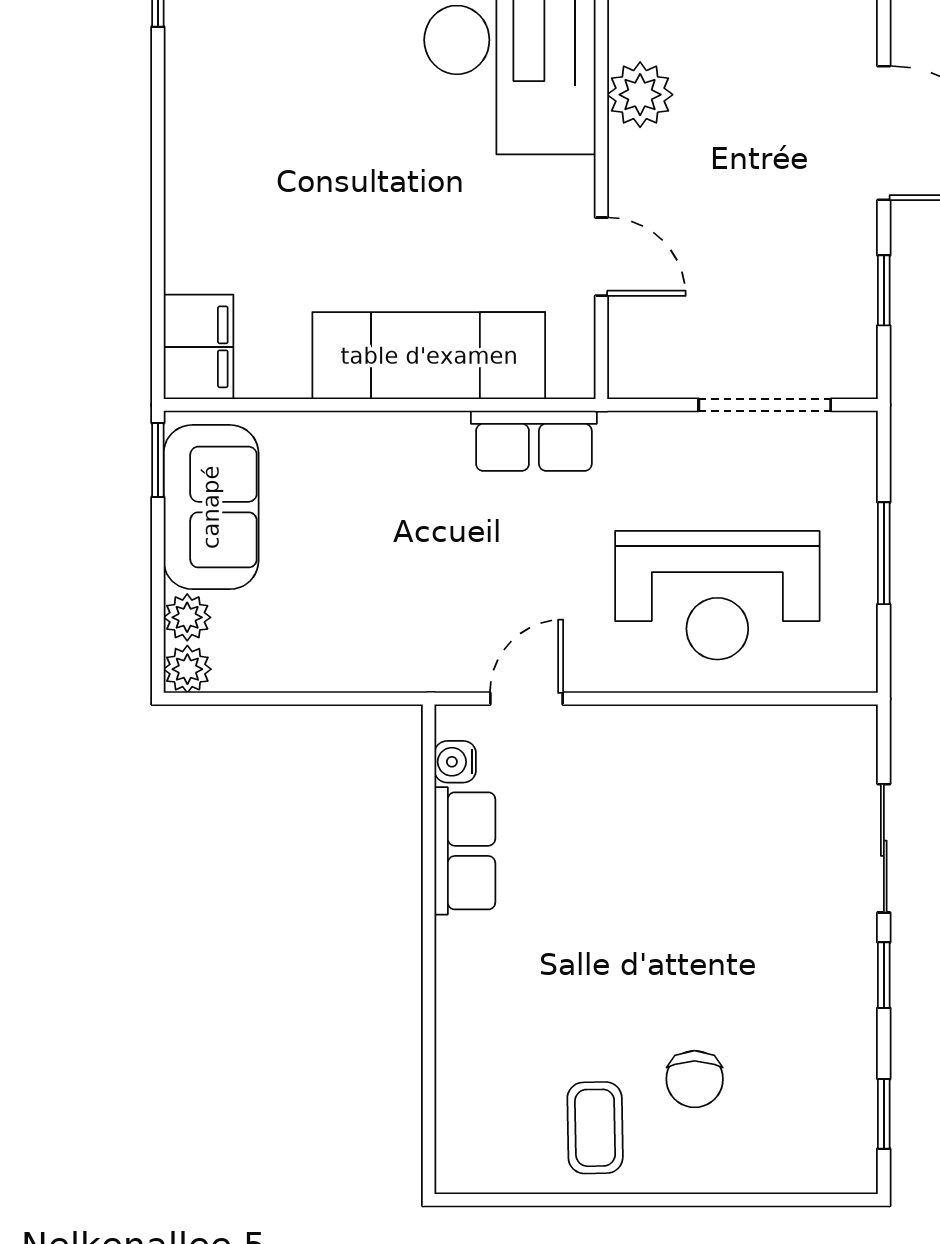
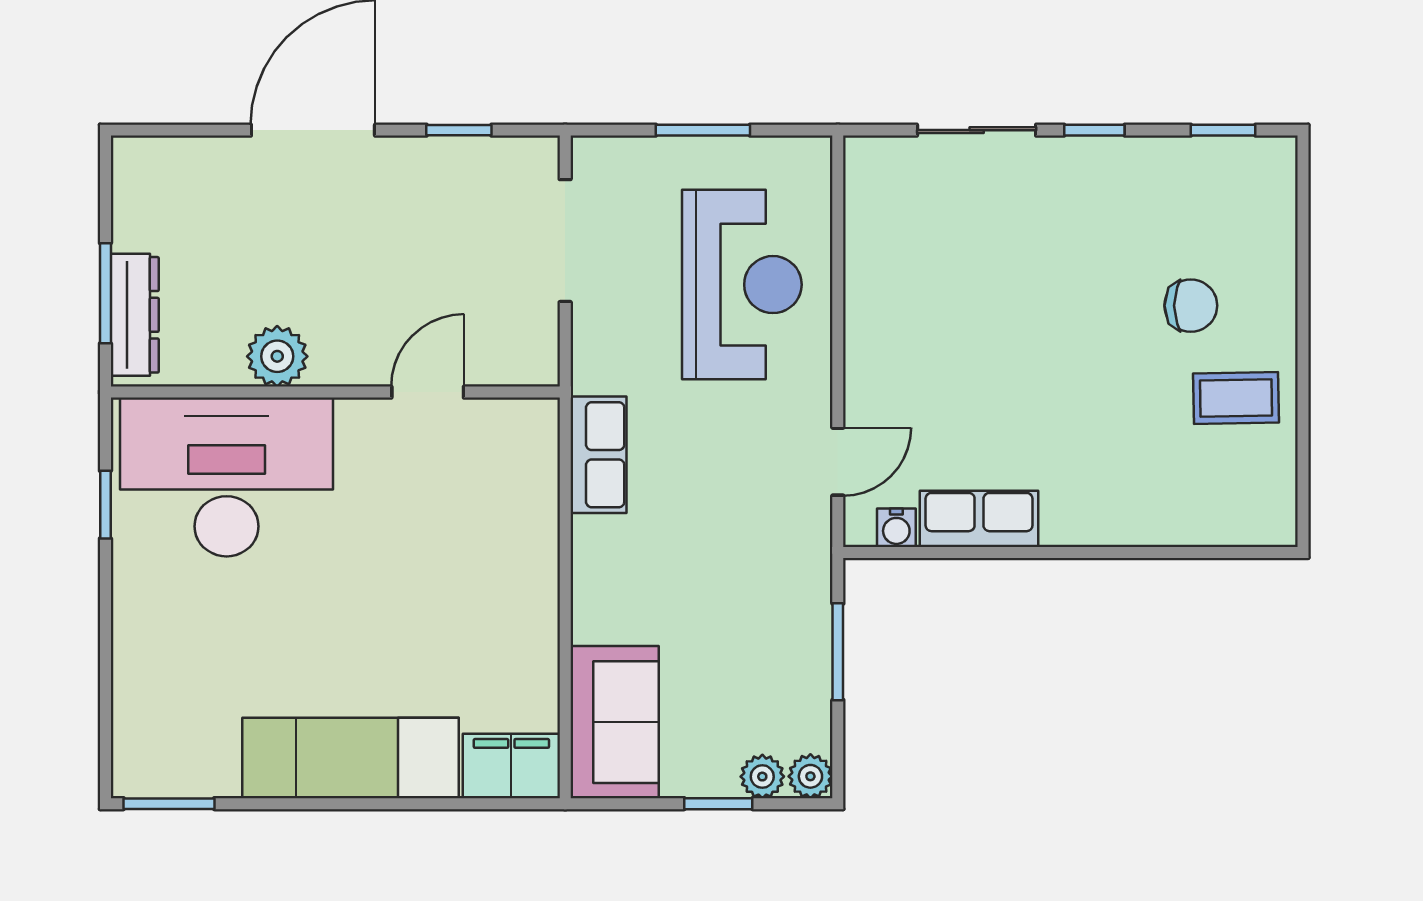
exam couch: (429, 356) -> (351, 758), moved, turned 90
window: (158, 460) -> (718, 804), moved
sofa: (211, 507) -> (615, 722), moved, turned 90
window: (322, 699) -> (838, 652), added
door: (527, 699) -> (838, 462), swing flipped

